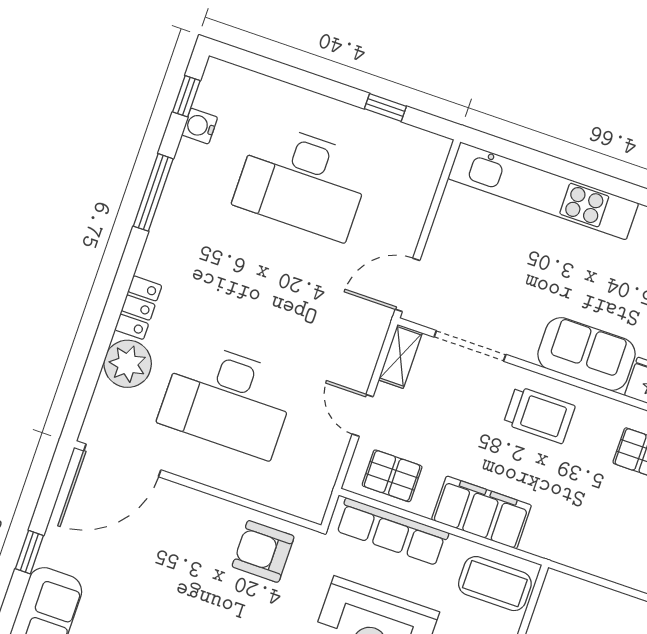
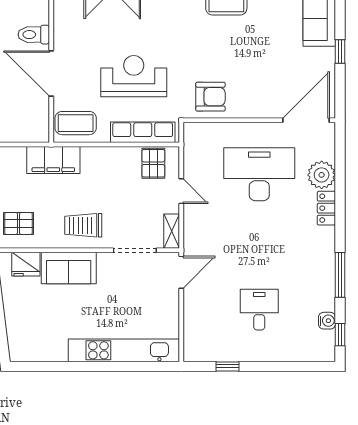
desk: (303, 181) -> (259, 310), width x0.53, depth x0.77
pallet: (392, 476) -> (153, 163), turned 90
filing cabinet: (481, 512) -> (53, 160), moved

